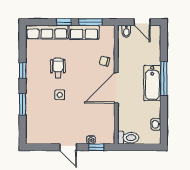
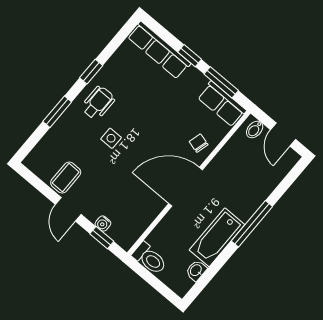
row of seats: (84, 32) -> (222, 104), moved
wheelchair: (58, 68) -> (98, 103), moved
bathtub: (152, 83) -> (217, 237), moved
coffee table: (54, 133) -> (66, 178), added

